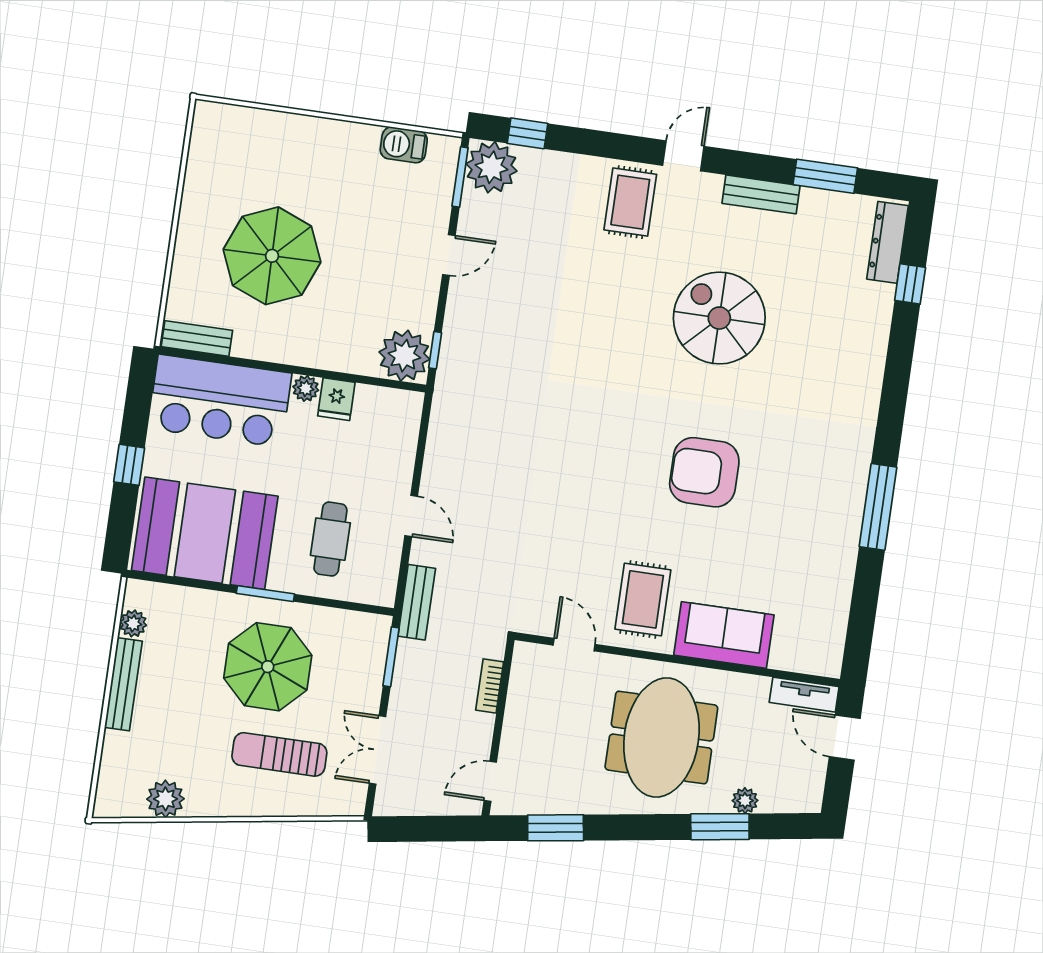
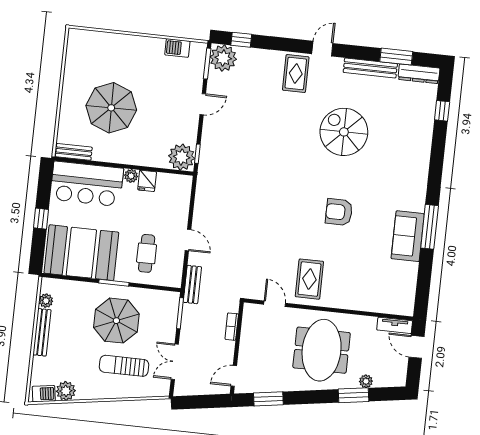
bench: (761, 194) -> (370, 68), width x1.36
dresser: (888, 242) -> (419, 74), moved, turned -90
armchair: (704, 472) -> (339, 212), width x0.73, depth x0.73
sofa: (724, 635) -> (408, 236), moved, turned -90
barbecue: (123, 803) -> (44, 394), added

